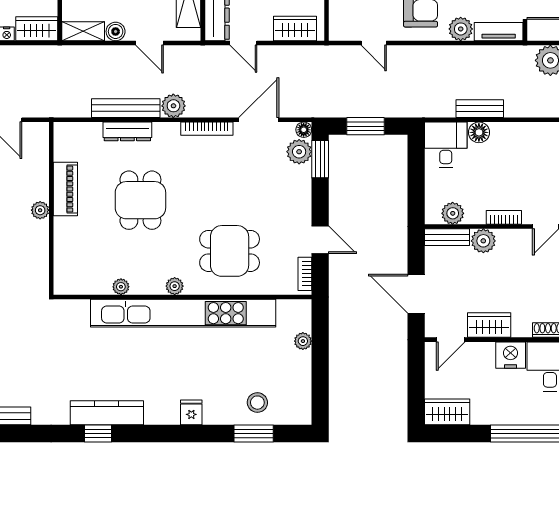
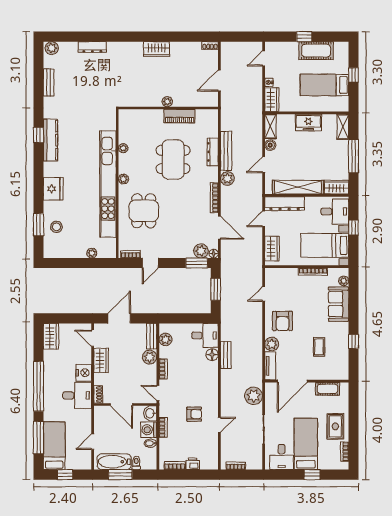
dining table: (140, 200) -> (173, 159), width x1.38
fridge: (191, 412) -> (53, 189), width x1.88, depth x1.34

